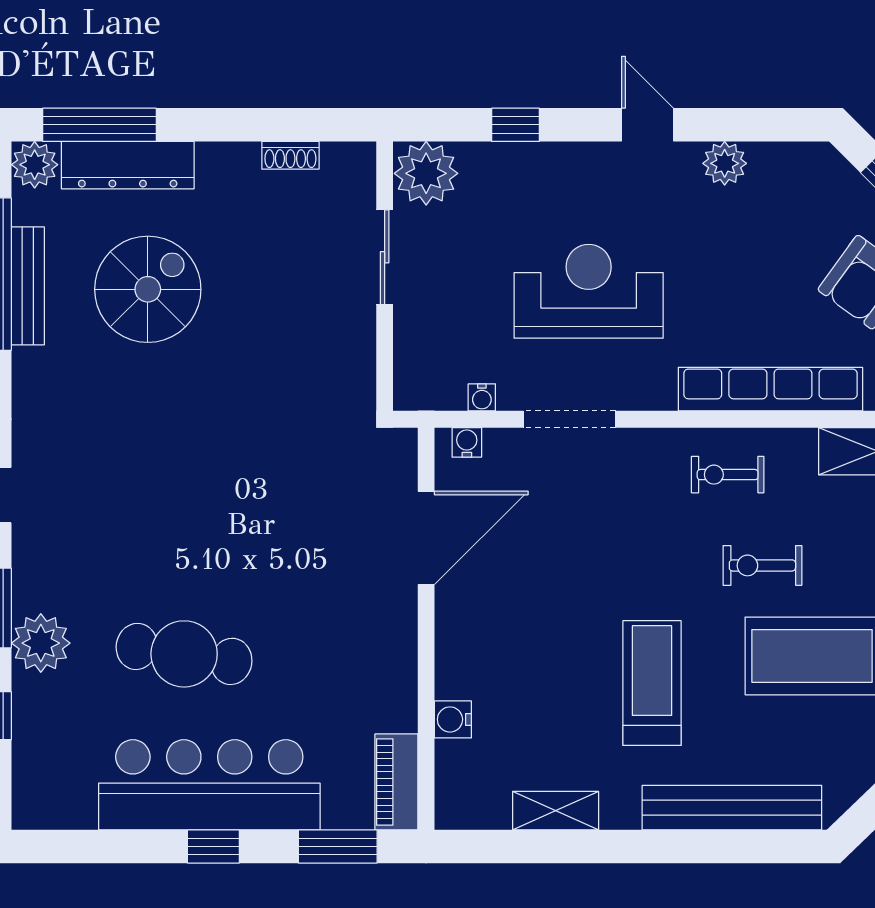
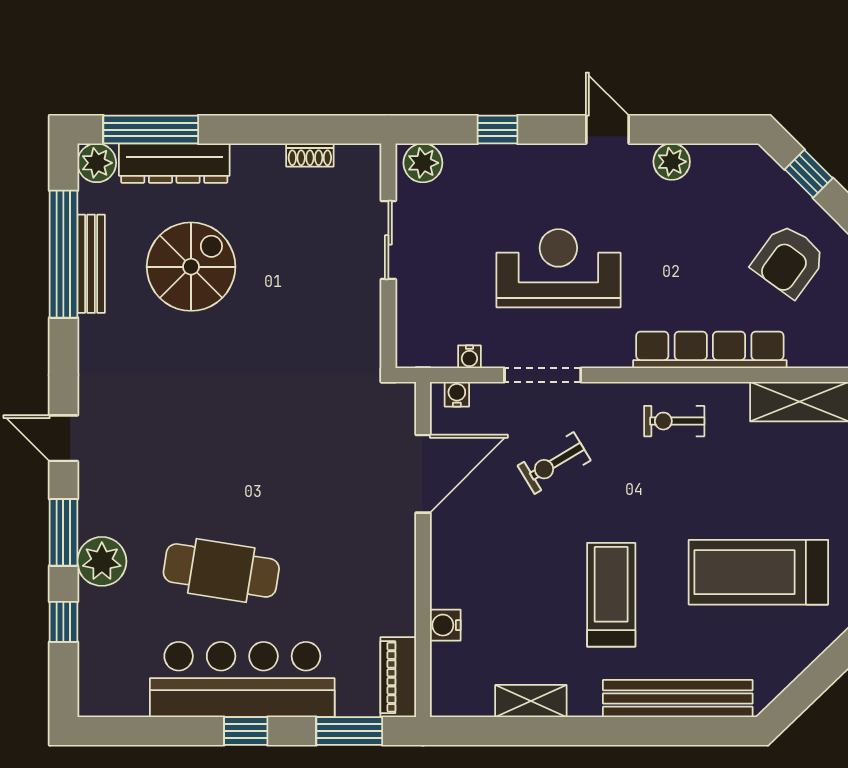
plant: (426, 173) -> (423, 163), width x0.73, depth x0.73
exercise bike: (762, 565) -> (554, 463), moved, turned -31

